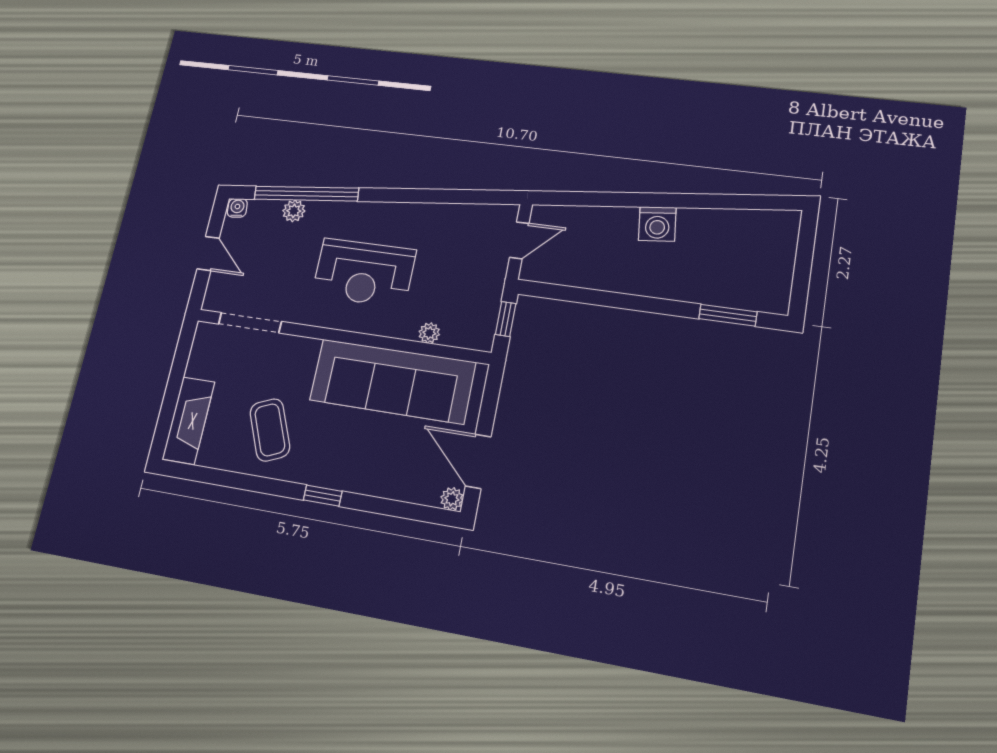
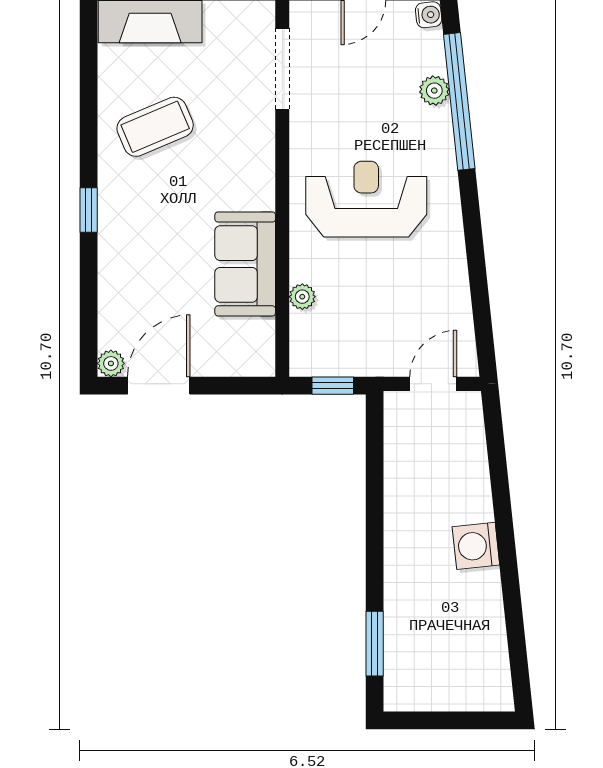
door: (519, 240) -> (433, 384), swing flipped
reception desk: (364, 273) -> (366, 199), turned 90
sofa: (392, 381) -> (245, 264), width x0.54, depth x0.79

